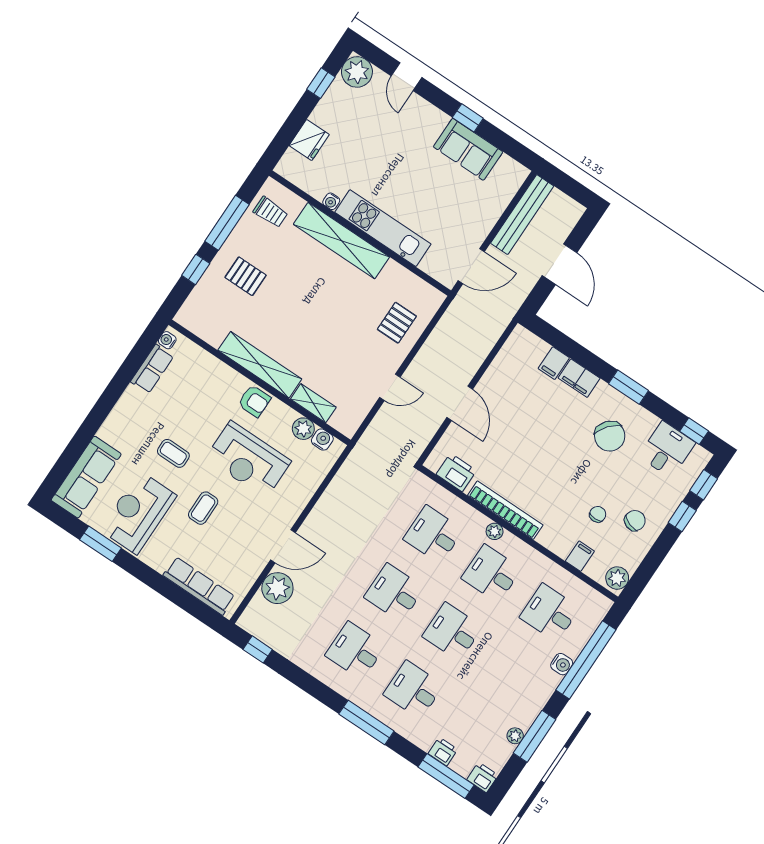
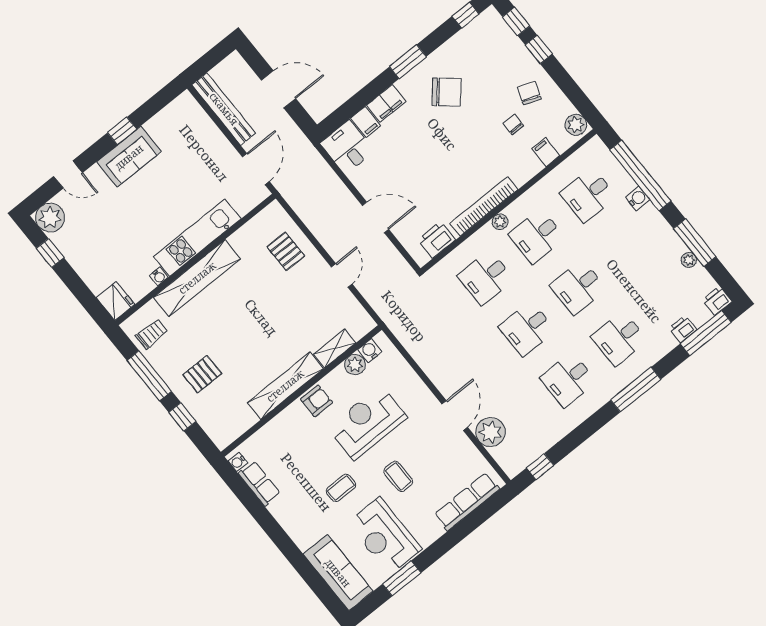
fridge: (309, 140) -> (115, 301), moved
sofa: (468, 149) -> (129, 157), moved
desk: (667, 450) -> (347, 147), moved
reception desk: (248, 460) -> (367, 422), turned 180

